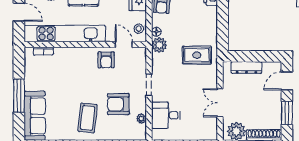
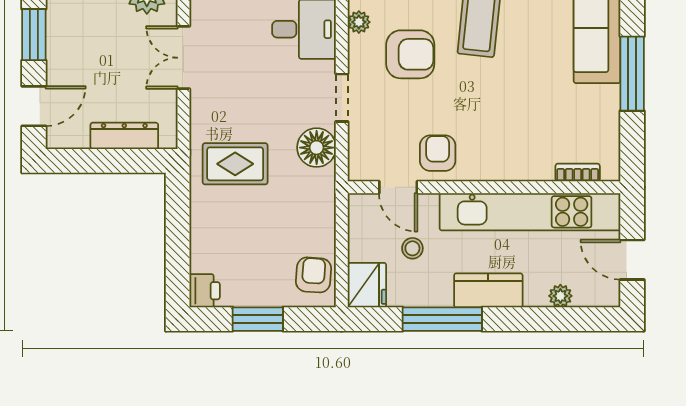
stool: (139, 29) -> (412, 248), moved
floor lamp: (156, 32) -> (317, 148), moved, width x1.89, depth x1.89
plant: (159, 45) -> (319, 186), removed
double door: (220, 103) -> (183, 58), swing flipped

